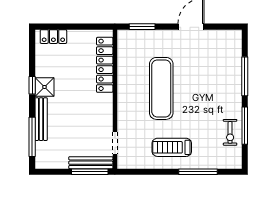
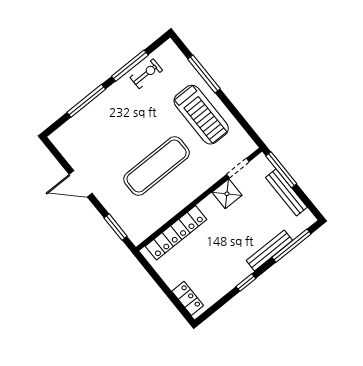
shower: (44, 87) -> (227, 194), moved
treadmill: (172, 147) -> (201, 115), width x1.37, depth x1.38
bench: (91, 163) -> (286, 192), moved

